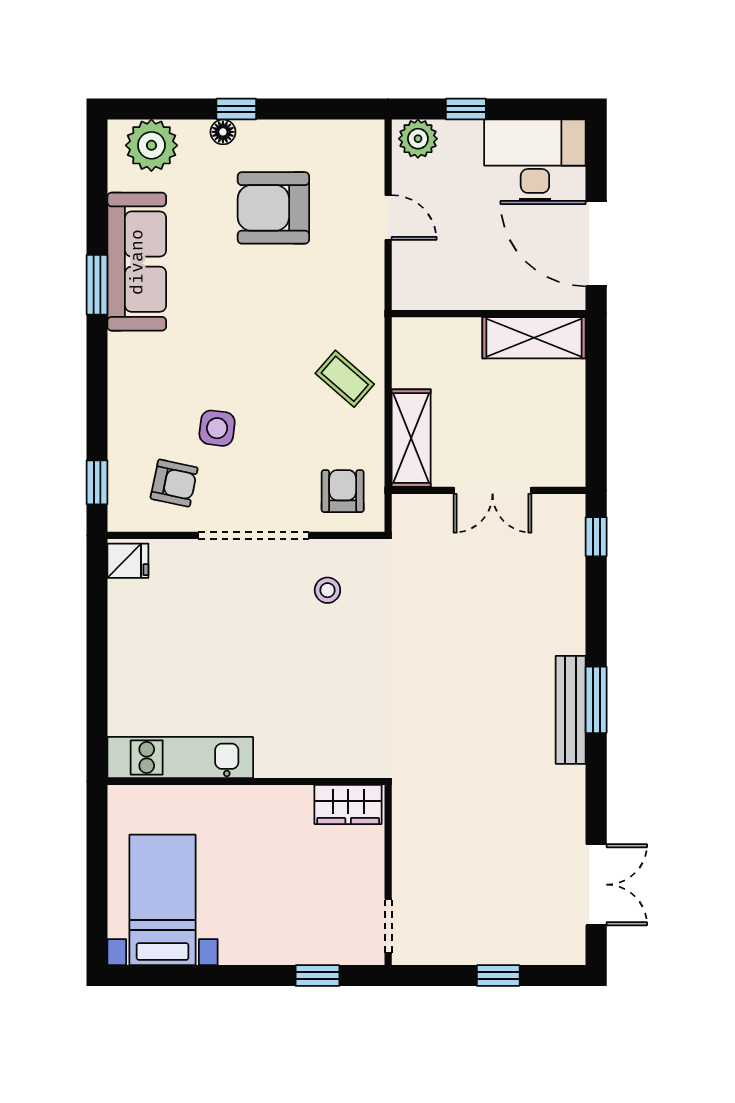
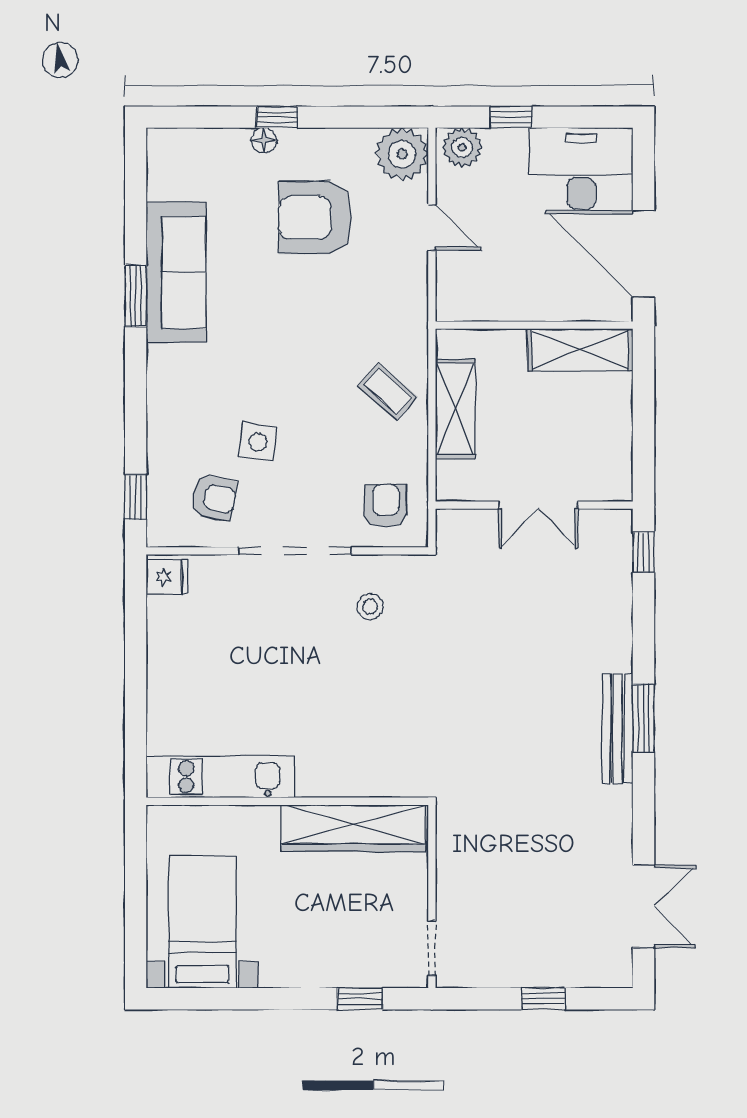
plant: (151, 145) -> (402, 154), moved
shelving: (411, 438) -> (455, 409), moved
wardrobe: (348, 804) -> (353, 828), width x2.10, depth x1.17

